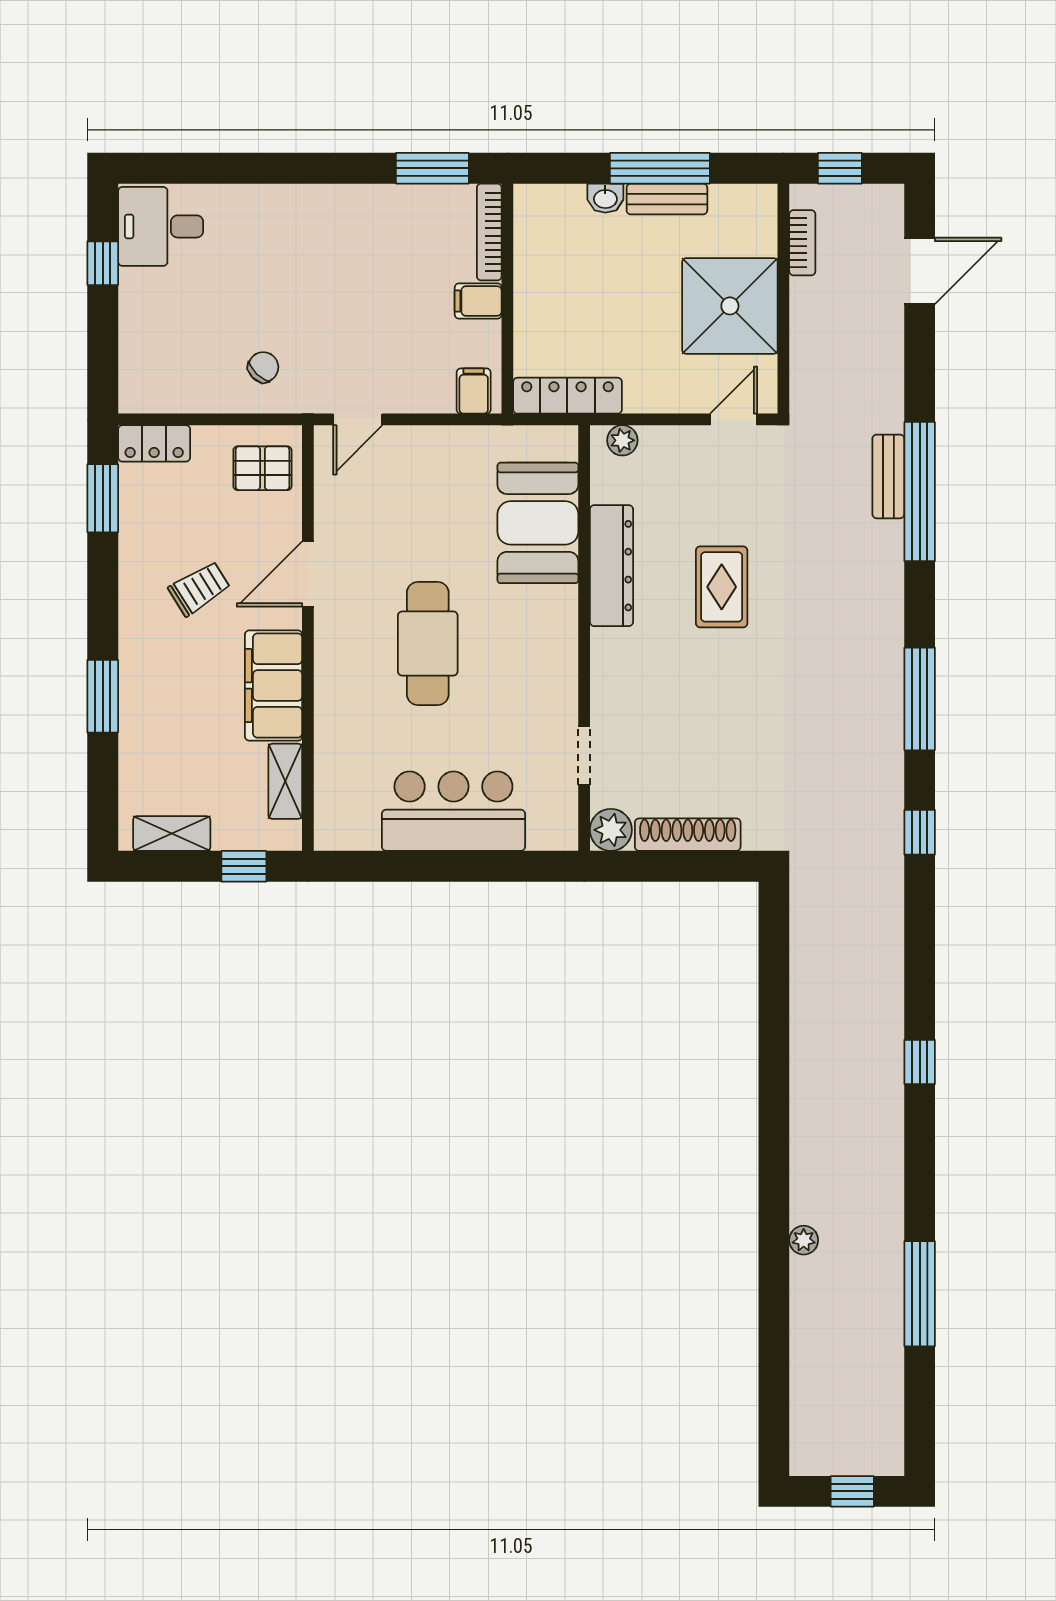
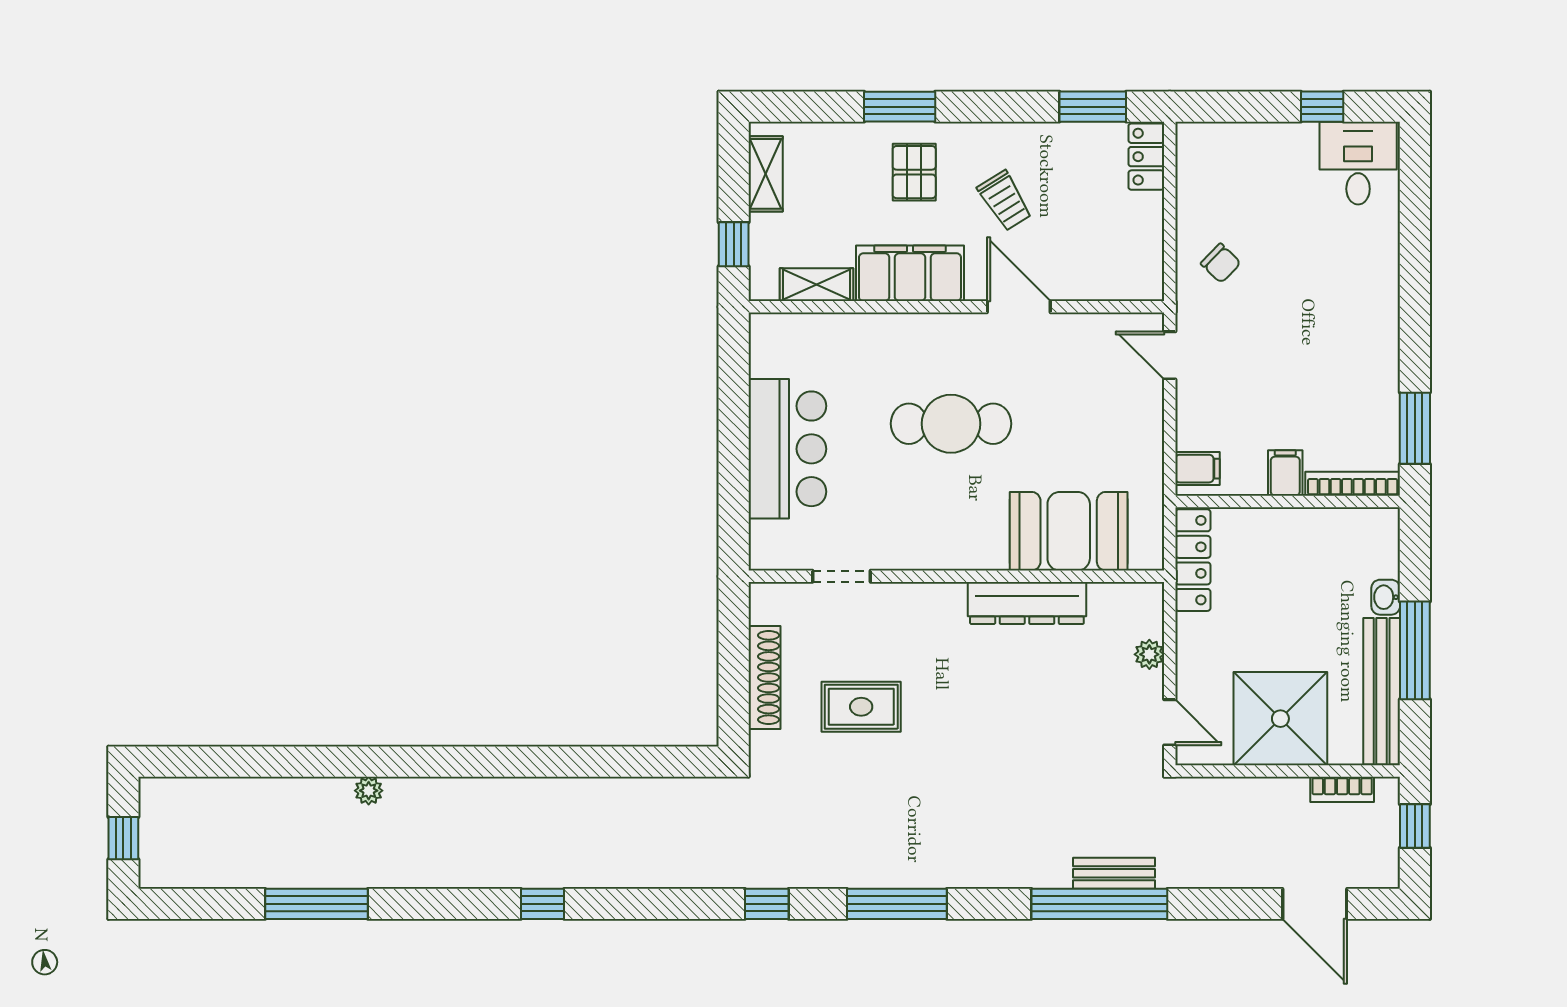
bench: (667, 199) -> (1382, 691), width x1.86, depth x1.21
plant: (622, 440) -> (1149, 654), moved
pallet: (262, 468) -> (914, 172), moved
rug: (722, 587) -> (861, 707), moved
plant: (611, 830) -> (769, 602), removed

